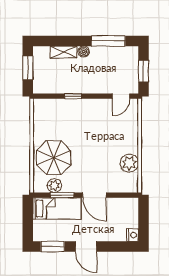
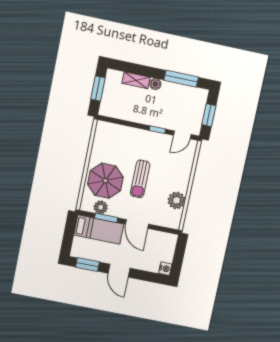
window: (73, 96) -> (157, 130), moved
sun lounger: (88, 149) -> (140, 179), added

